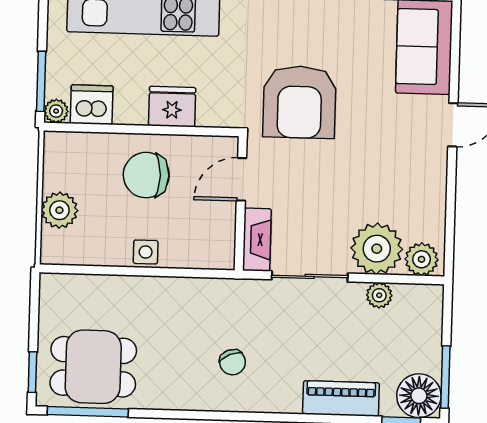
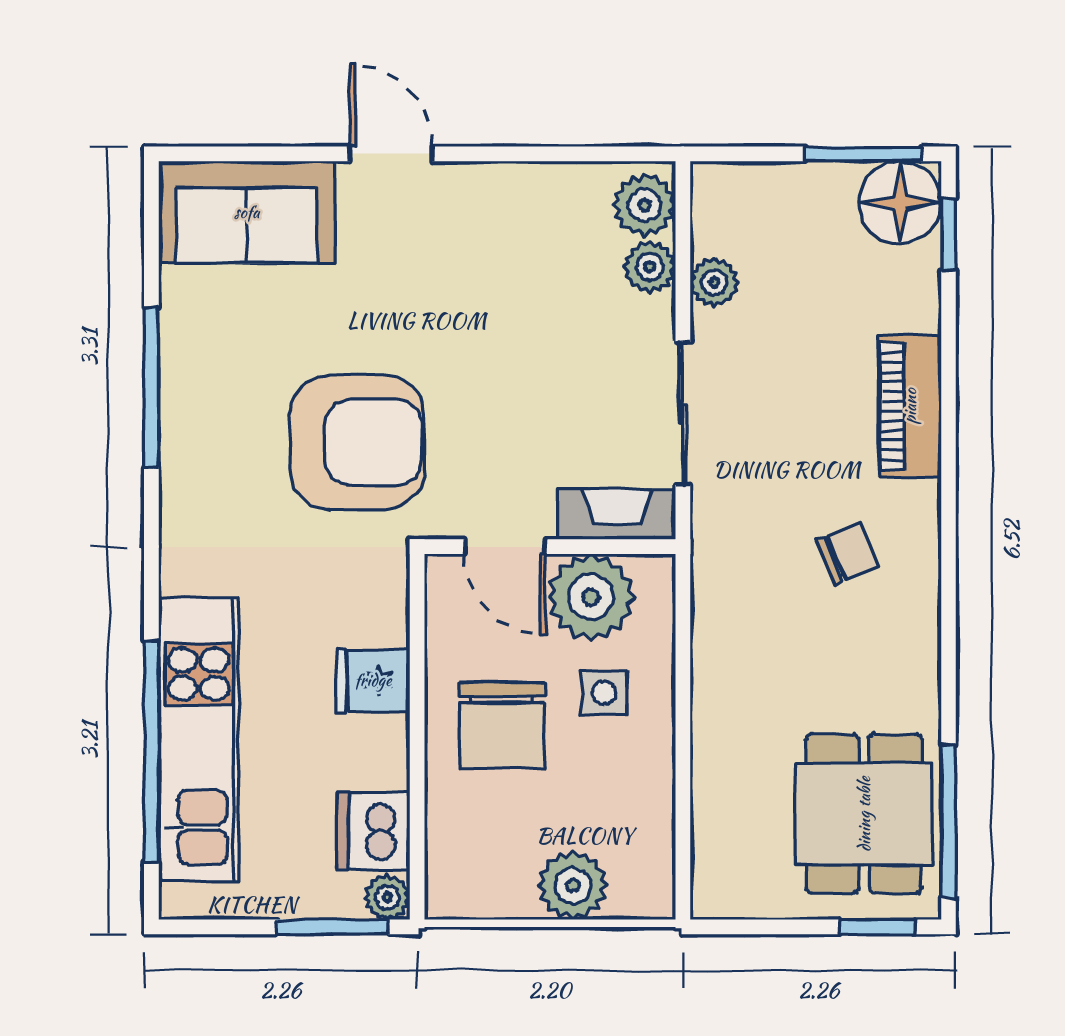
fridge: (172, 107) -> (373, 680), width x0.72
plant: (213, 224) -> (591, 597), added
plant: (377, 249) -> (650, 267), width x0.53, depth x0.53
side table: (146, 252) -> (604, 693), moved
piano: (341, 399) -> (910, 406), moved

